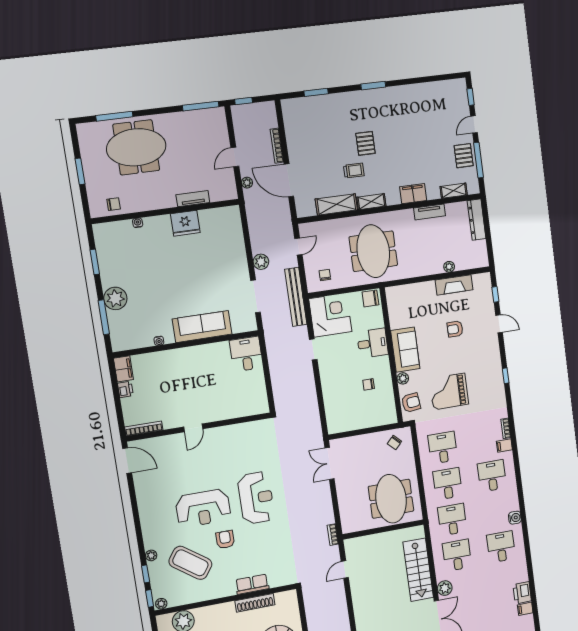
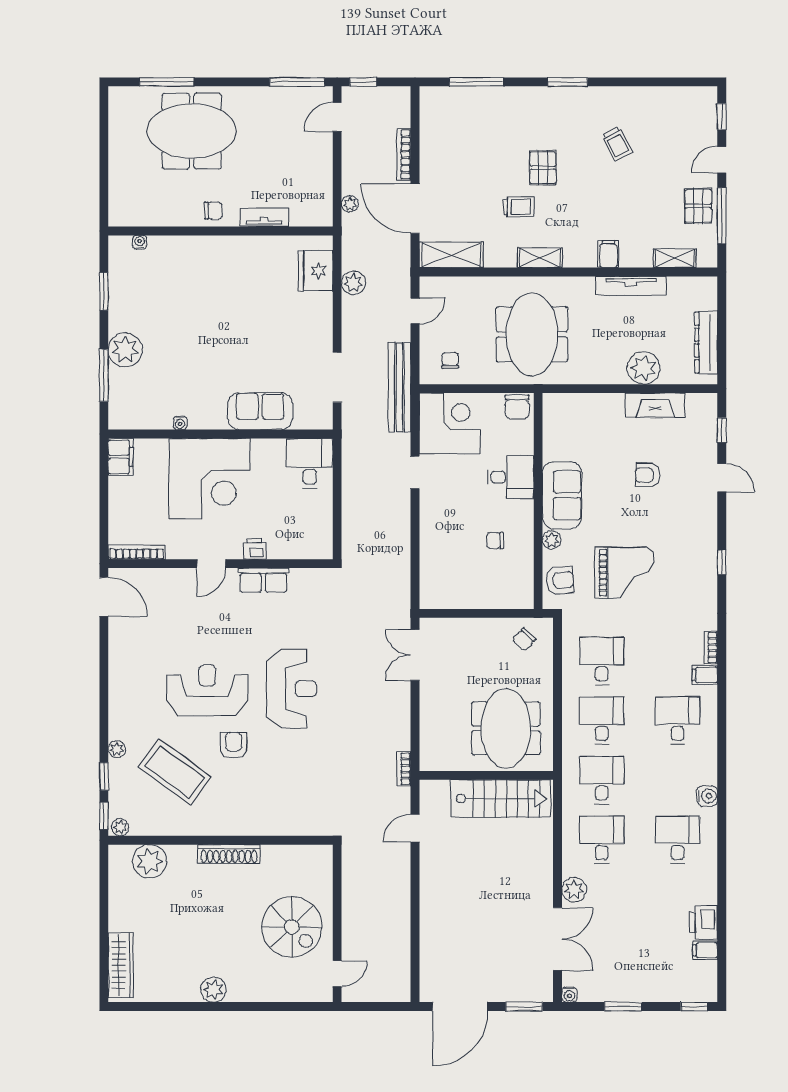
window: (316, 92) -> (476, 82), width x1.44
trolley: (409, 122) -> (617, 144), added
door: (235, 157) -> (337, 117), moved
window: (80, 171) -> (104, 156), removed
filing cabinet: (413, 194) -> (608, 254), width x0.50
chair: (114, 204) -> (213, 211), moved
shelving: (336, 204) -> (451, 255), moved
tv unit: (429, 212) -> (631, 286), width x1.41
dresser: (477, 220) -> (706, 343), moved
water cooler: (138, 223) -> (140, 242), moved
fridge: (185, 223) -> (316, 271), moved, turned 90
plant: (261, 262) -> (353, 283), moved
plant: (449, 267) -> (644, 368), width x1.87, depth x1.87
chair: (370, 298) -> (517, 407), turned -90
sofa: (202, 327) -> (260, 411), width x0.73
corner desk: (184, 374) -> (209, 479), added
printer: (125, 389) -> (255, 549), moved, turned -90
grand piano: (449, 391) -> (624, 573), turned 180
reception desk: (203, 508) -> (207, 690), turned 180
stairs: (418, 570) -> (501, 799), moved, turned -90
row of seats: (252, 584) -> (263, 580), moved, turned 180
shoe rack: (255, 603) -> (229, 854), moved

